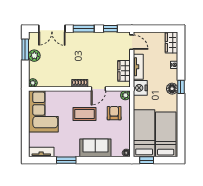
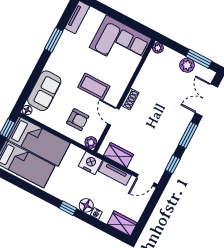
floor lamp: (172, 89) -> (86, 205), moved
coffee table: (85, 114) -> (94, 87), turned 90
sofa: (95, 148) -> (44, 91), moved

